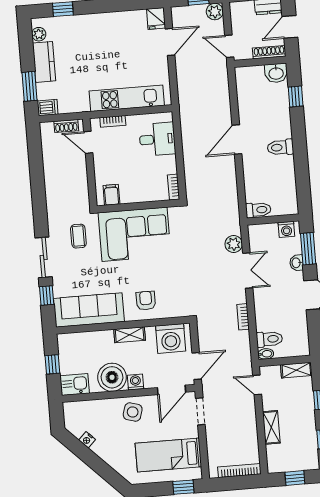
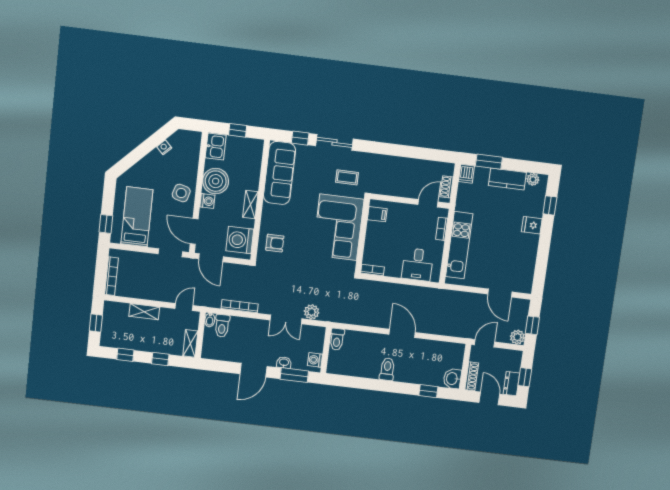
fridge: (156, 18) -> (532, 225), moved
armchair: (146, 301) -> (275, 243), moved
bookcase: (243, 317) -> (240, 306), width x1.56

